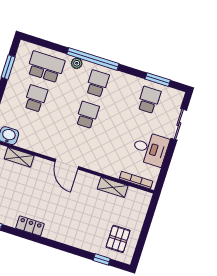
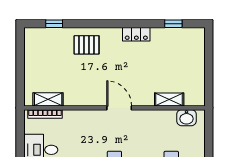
shelving: (113, 187) -> (48, 99), moved
pallet: (118, 239) -> (87, 45), moved, turned 90

